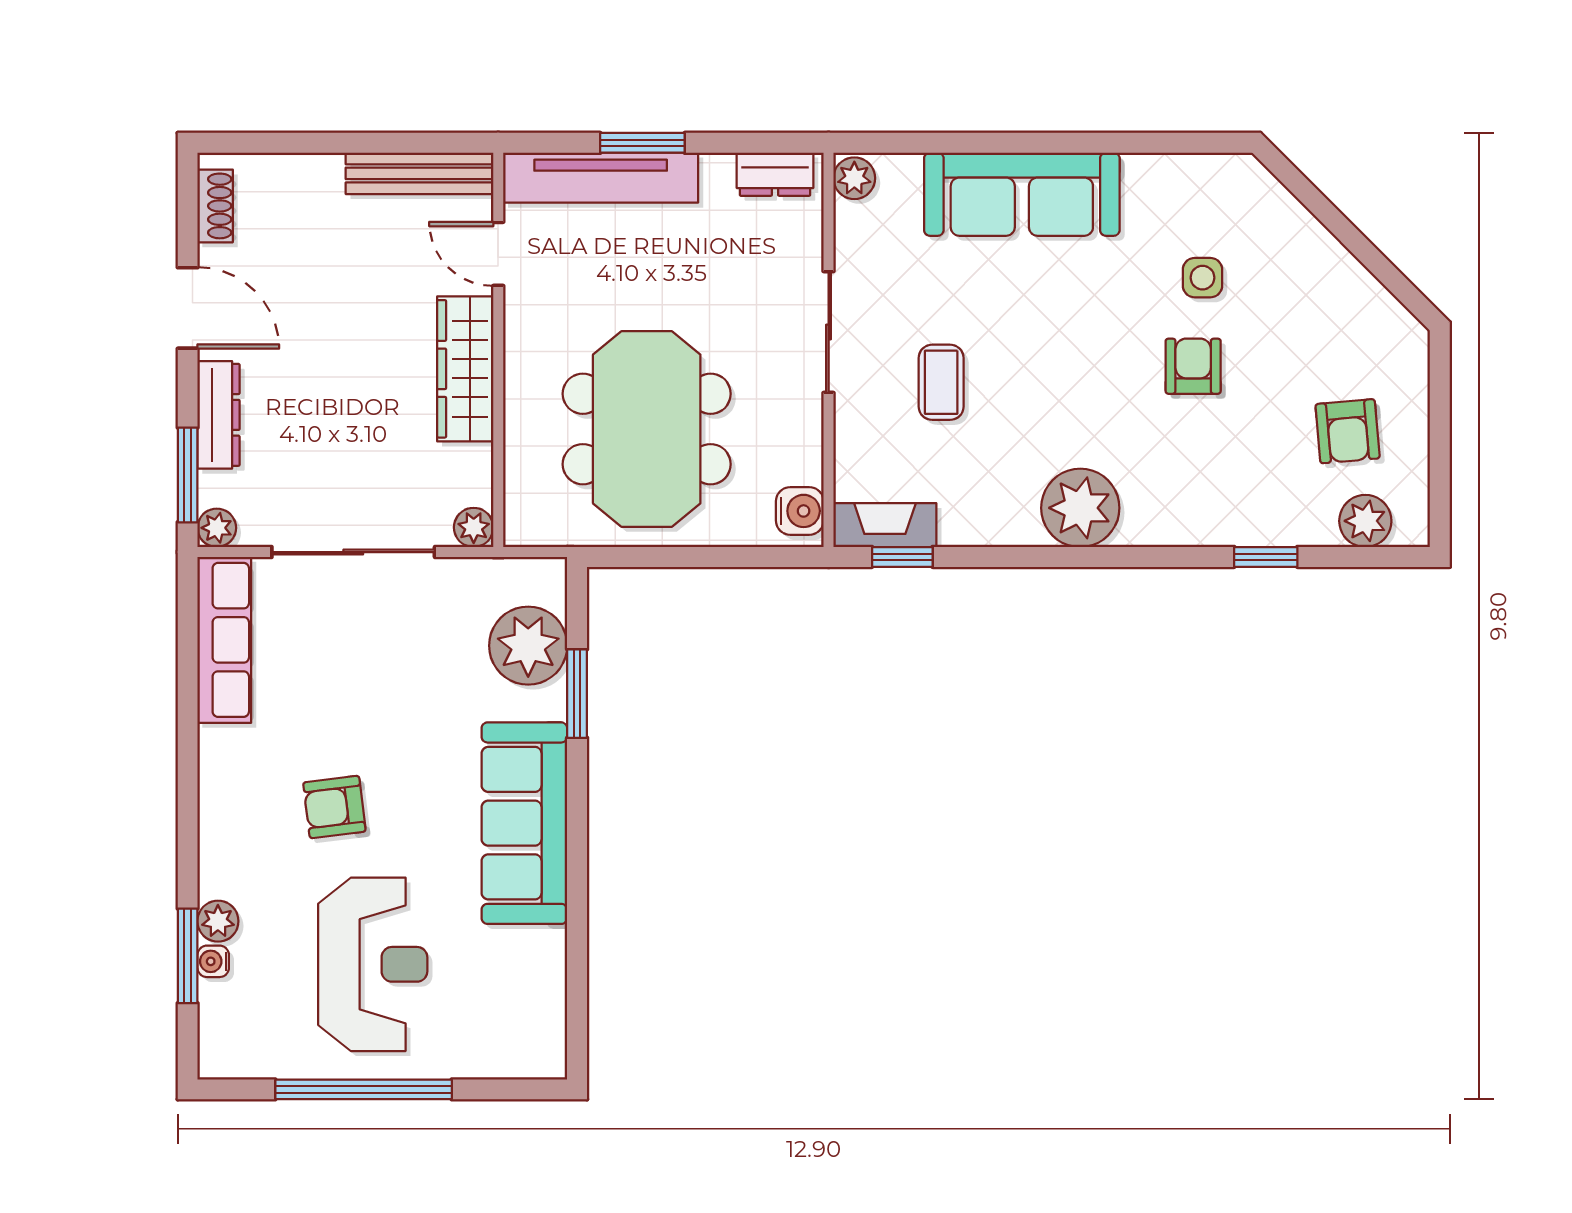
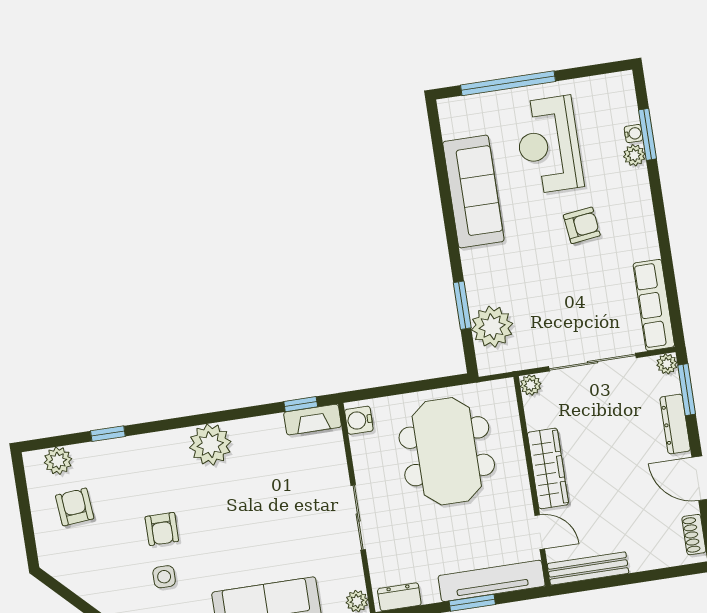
coffee table: (941, 382) -> (294, 500), removed
sofa: (524, 823) -> (473, 191), moved
window: (364, 1089) -> (508, 83), moved

